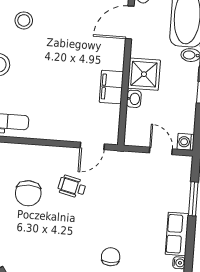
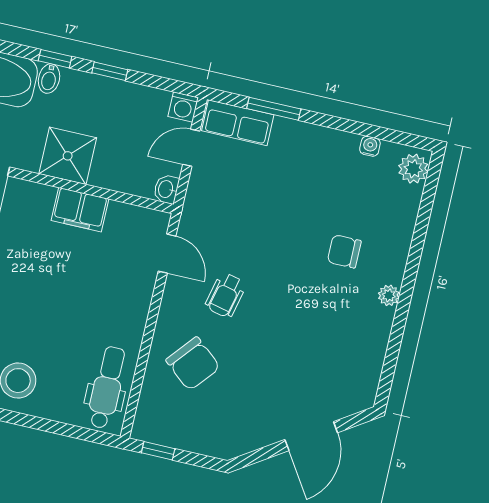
washbasin: (134, 99) -> (166, 189), moved, turned -90
chair: (28, 193) -> (193, 364), moved, turned 40
row of seats: (177, 234) -> (238, 123), moved

